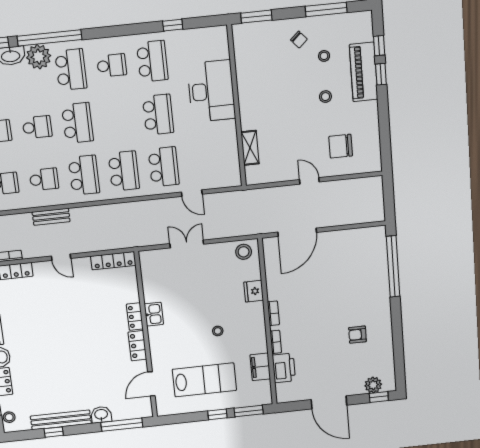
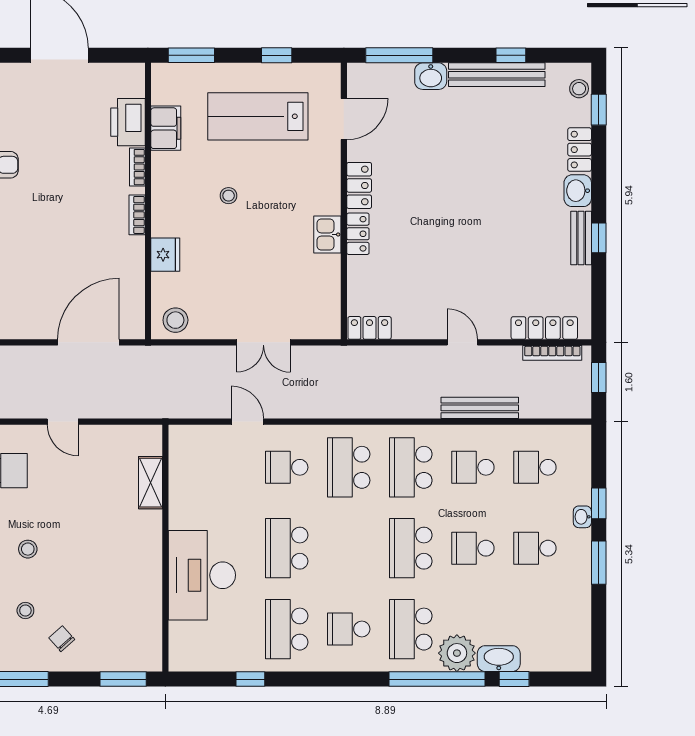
school desk: (164, 167) -> (287, 467), width x0.54
bench: (51, 217) -> (480, 408), width x1.36
locker: (113, 261) -> (370, 328), width x0.66
window: (217, 414) -> (277, 55), moved

